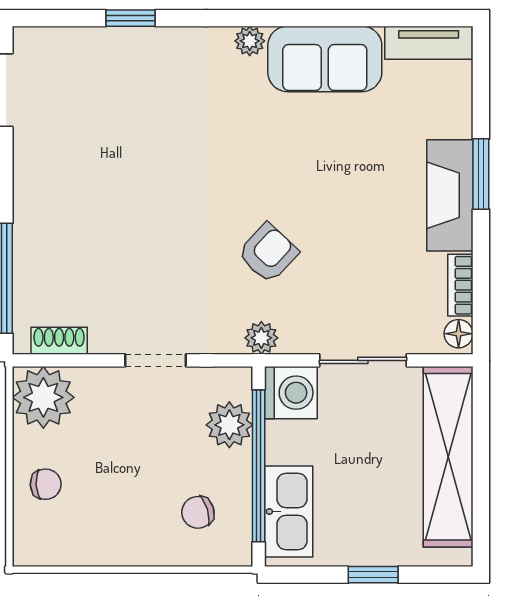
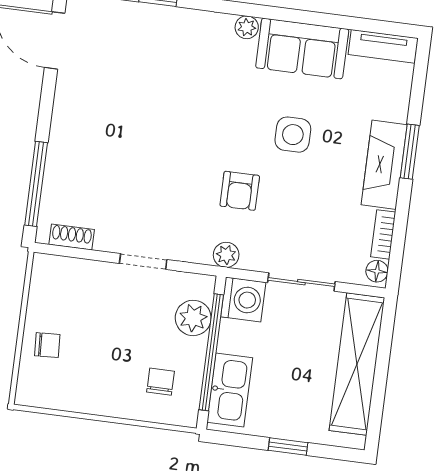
side table: (327, 172) -> (293, 135), added
armchair: (268, 253) -> (240, 191), turned 137
plant: (43, 397) -> (54, 279), removed
chair: (198, 512) -> (161, 382), turned 107

